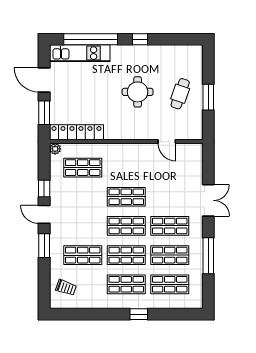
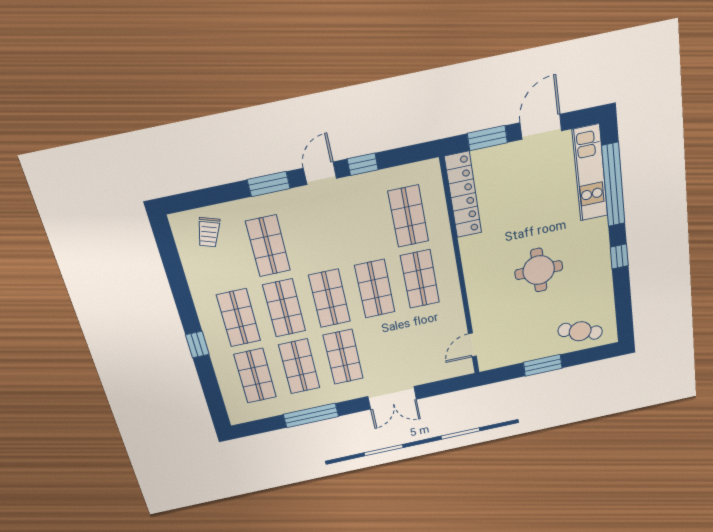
cafe table: (180, 94) -> (580, 331), moved
door: (167, 142) -> (472, 345), moved
plant: (55, 149) -> (431, 168), removed
shop shelf: (126, 168) -> (420, 279), added

